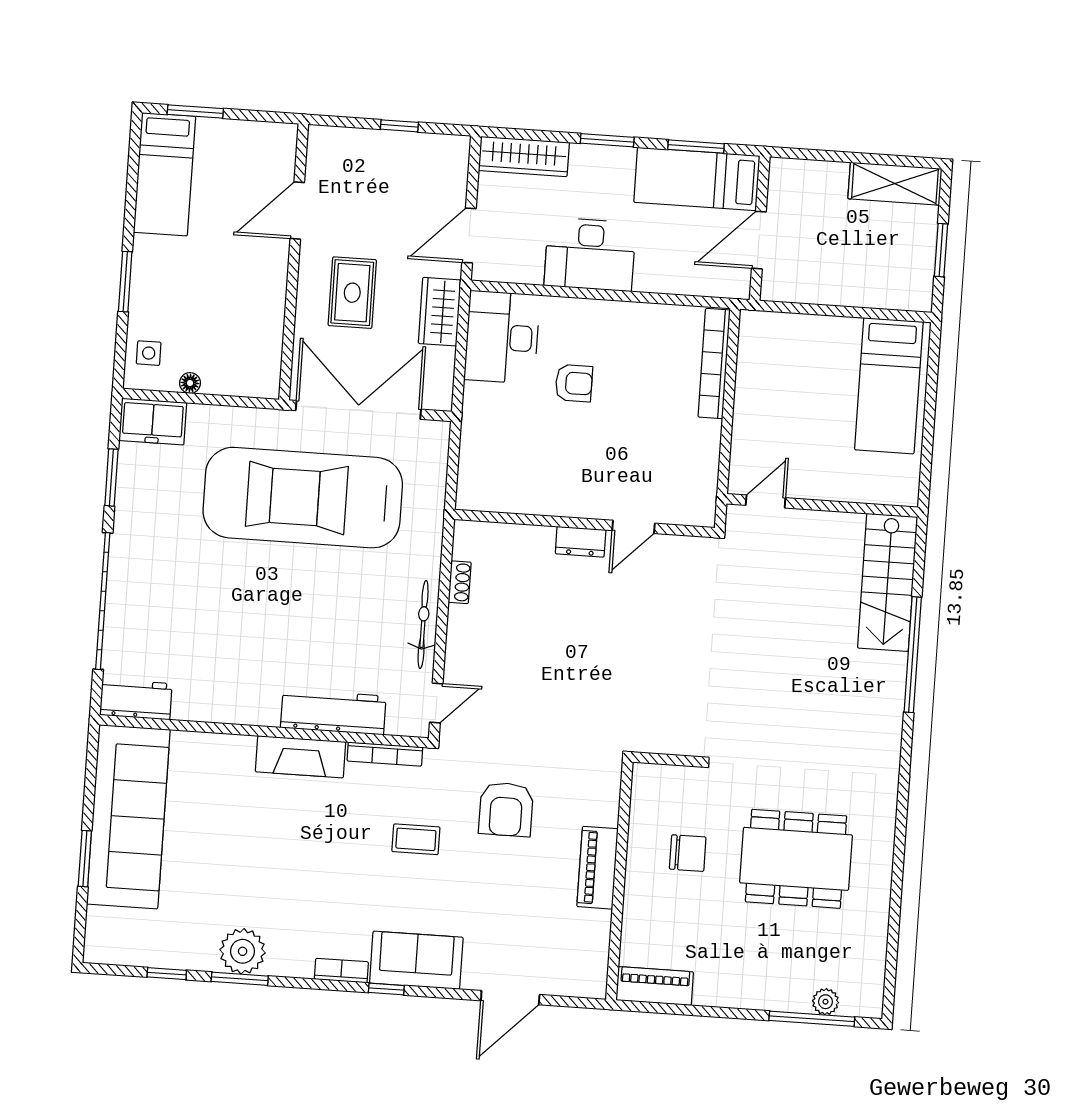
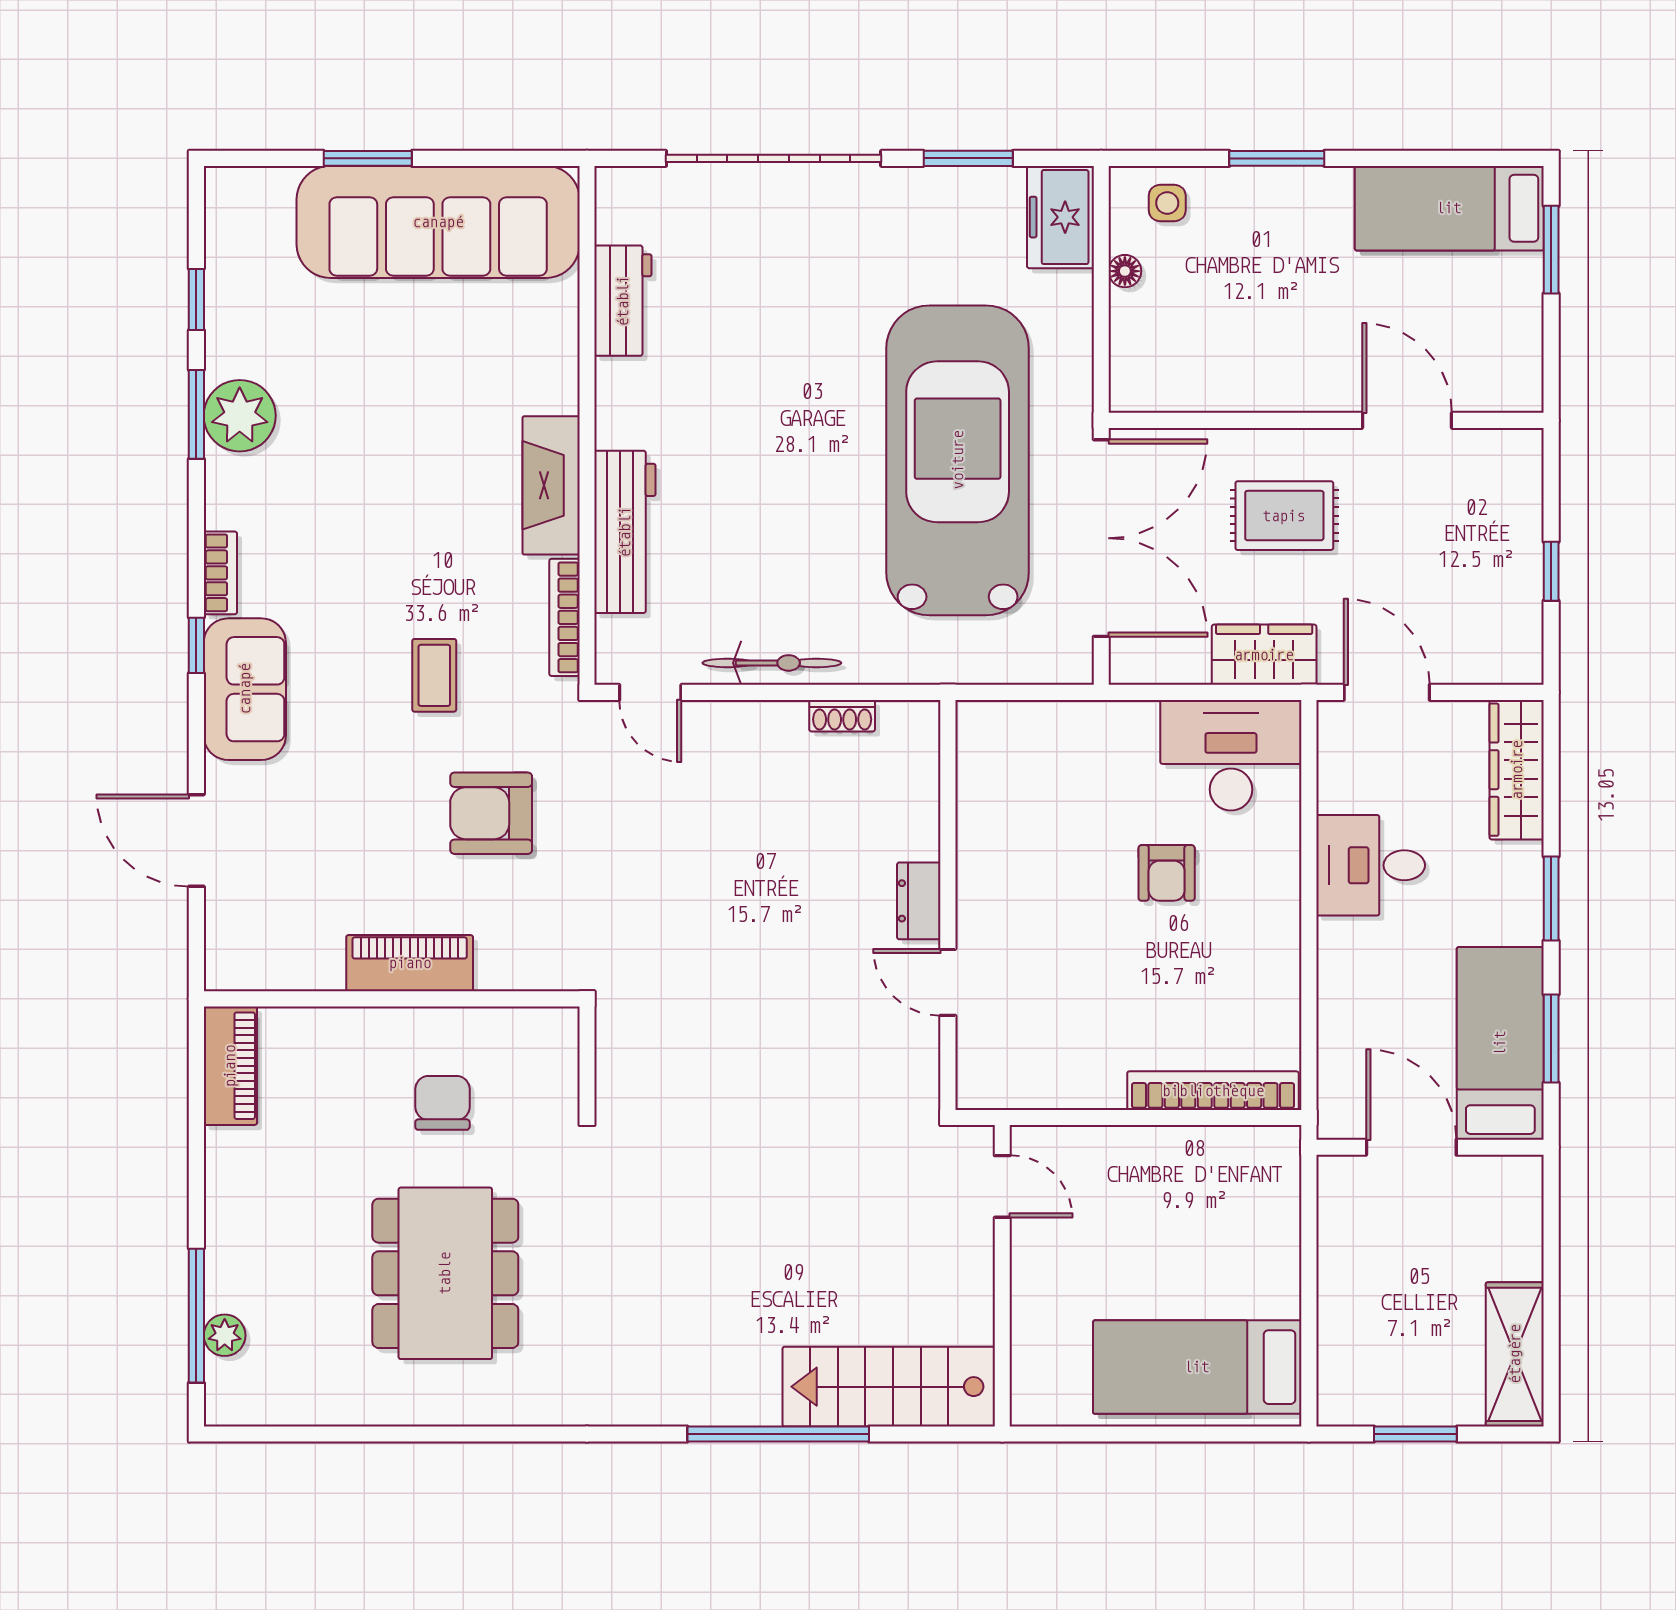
desk: (590, 254) -> (1371, 865), width x0.73
workbench: (136, 699) -> (623, 301), moved
chair: (688, 853) -> (442, 1103), turned 180

